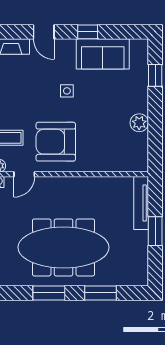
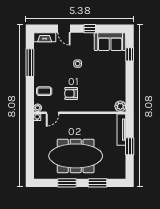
sofa: (103, 54) -> (110, 42), moved
plant: (139, 123) -> (120, 106), moved
armchair: (56, 142) -> (71, 94), width x0.53, depth x0.53

